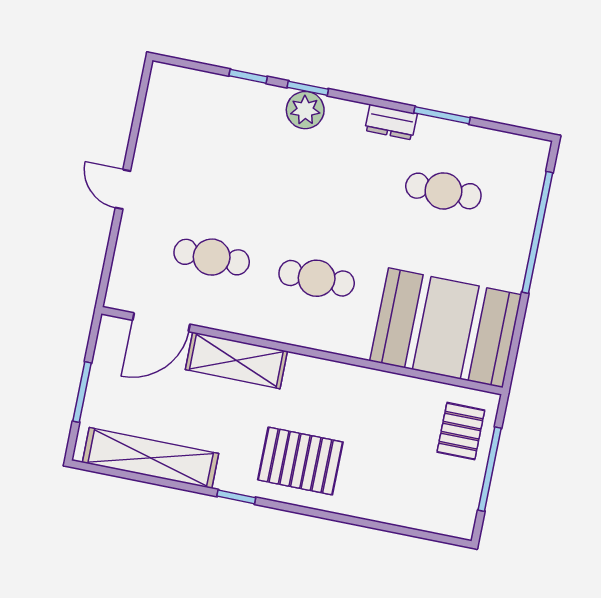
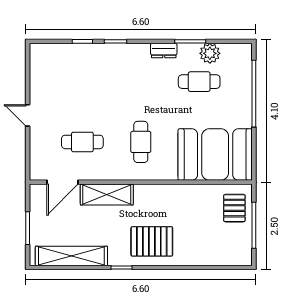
plant: (305, 110) -> (210, 53), moved
cafe table: (317, 278) -> (141, 142), turned 90

